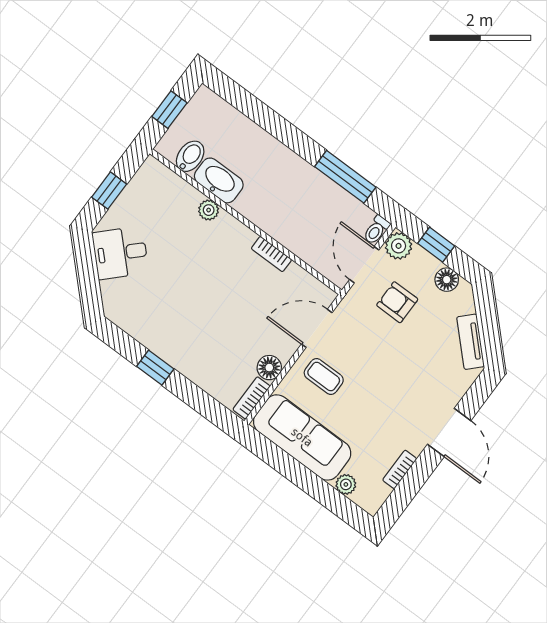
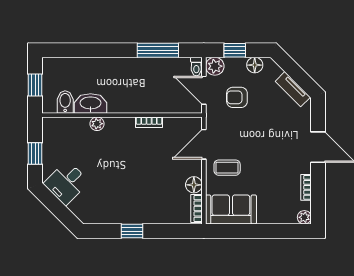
sofa: (302, 437) -> (231, 210), width x0.73
plant: (346, 484) -> (304, 217), moved

